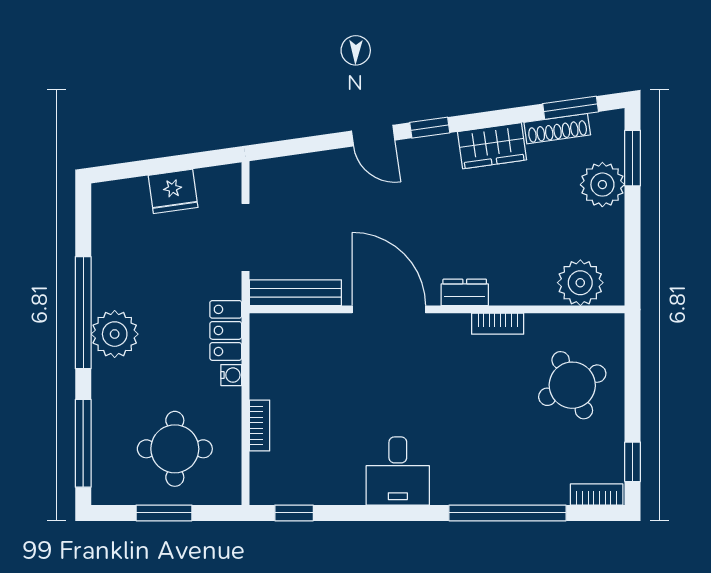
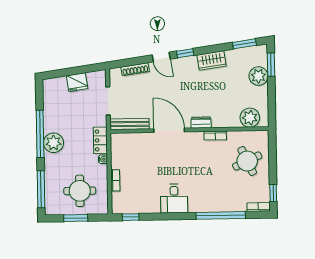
shoe rack: (557, 129) -> (135, 69), moved

